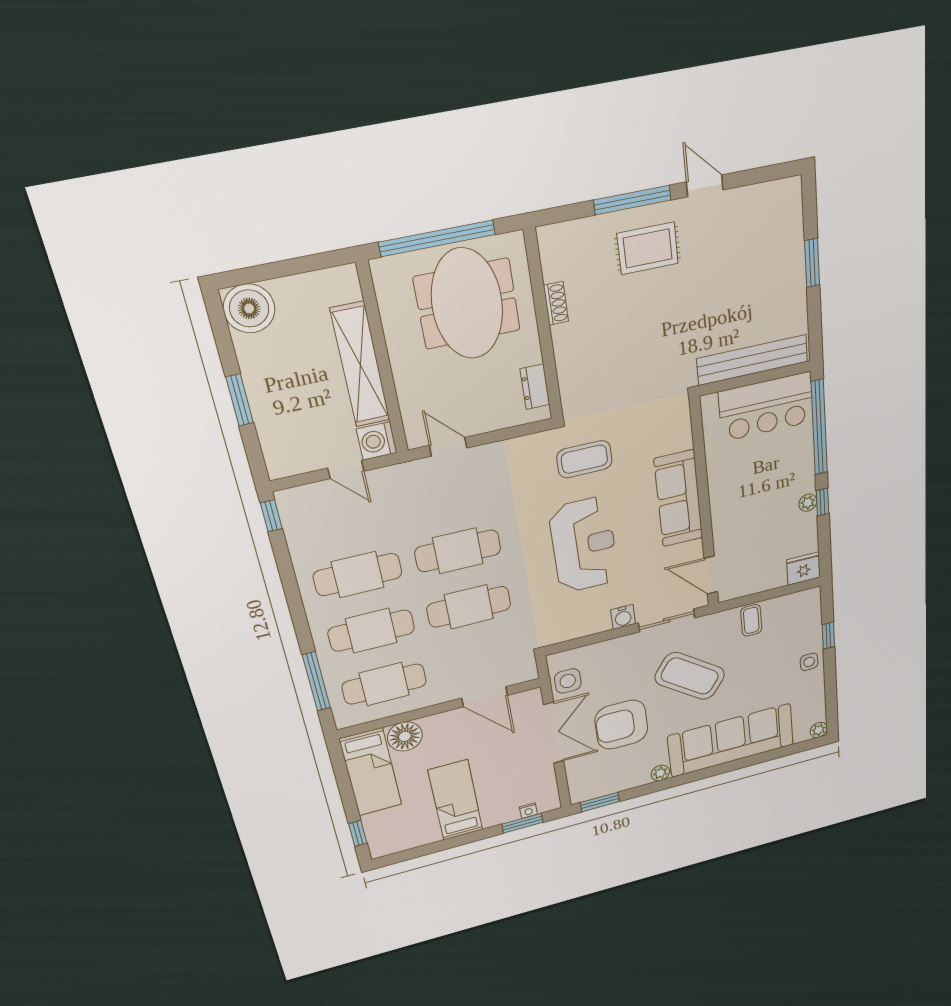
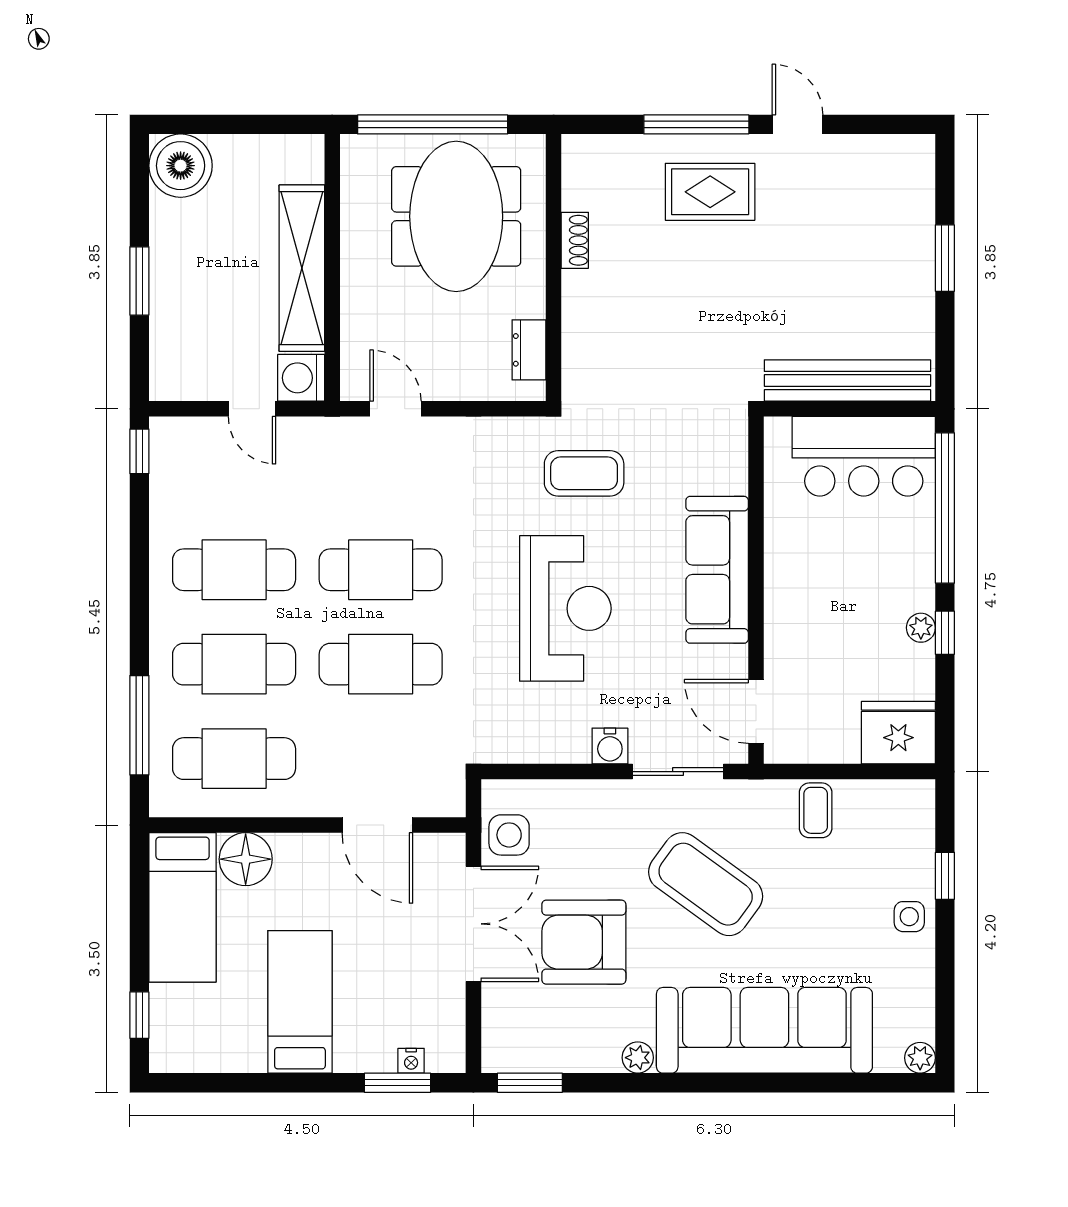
fridge: (804, 569) -> (898, 733), width x1.36, depth x1.34

